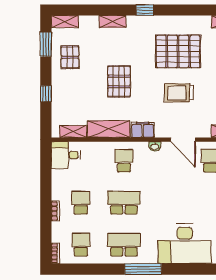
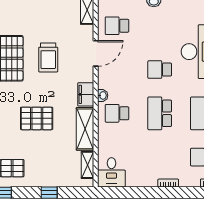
washbasin: (155, 147) -> (103, 95), moved
school desk: (81, 203) -> (160, 70), moved

